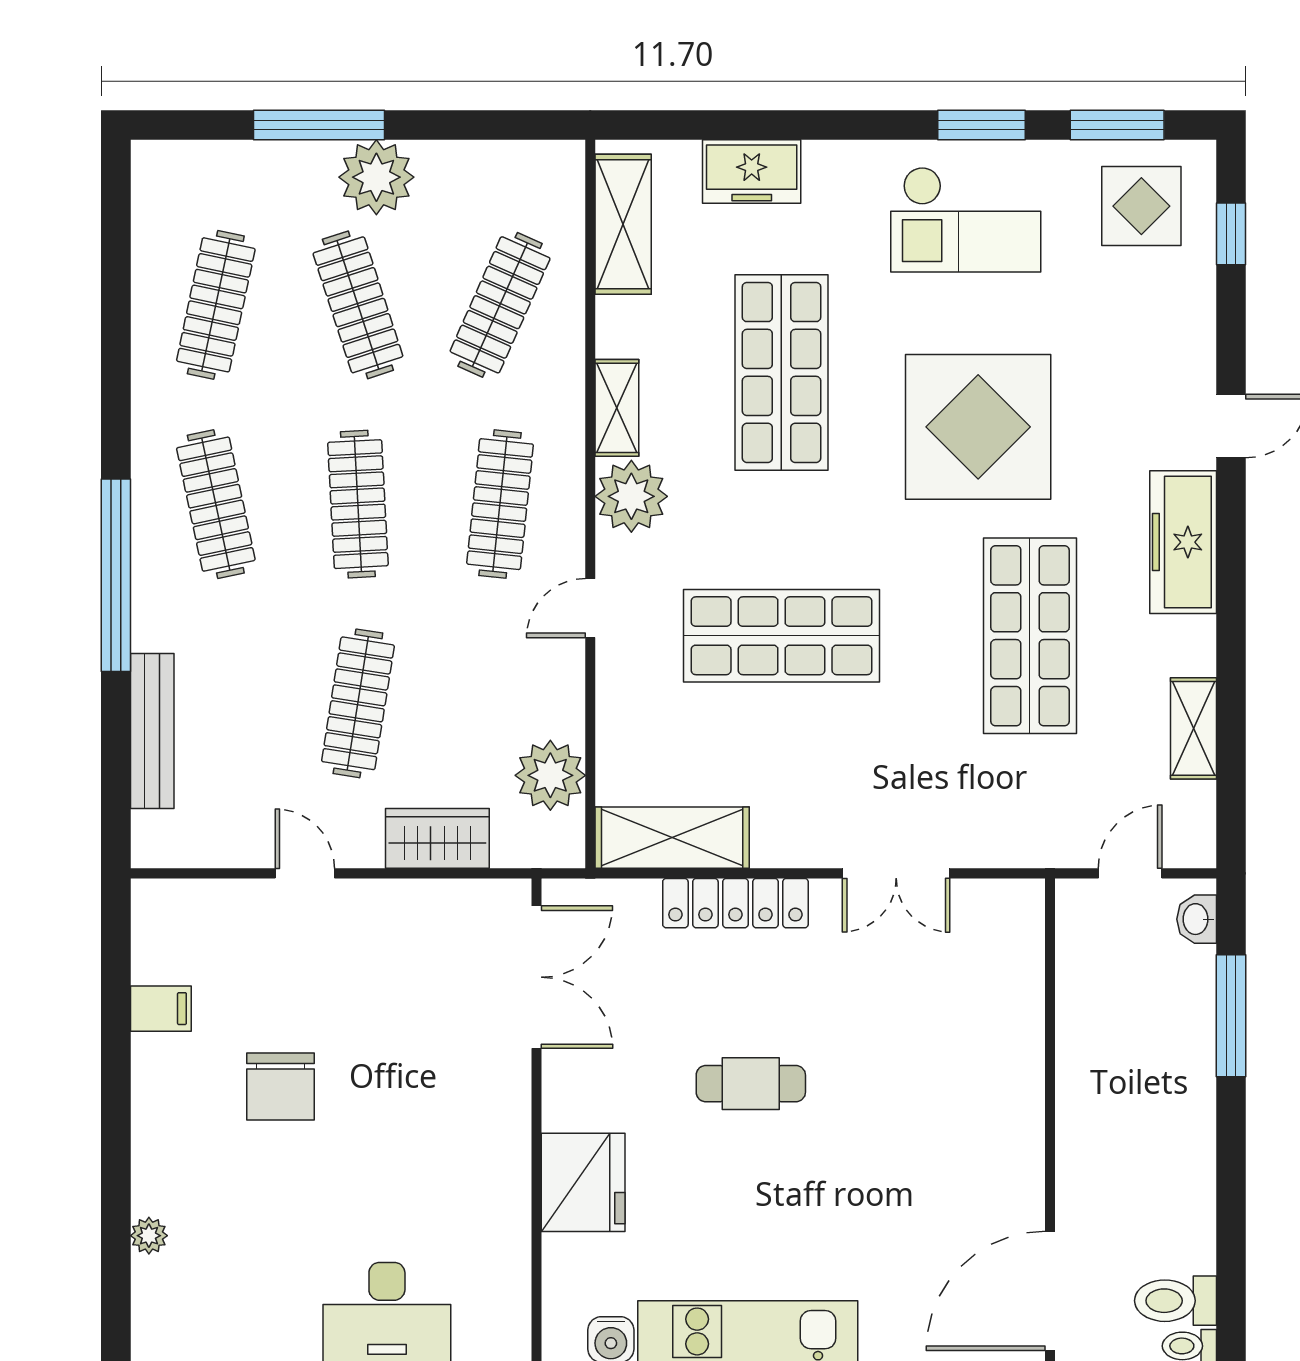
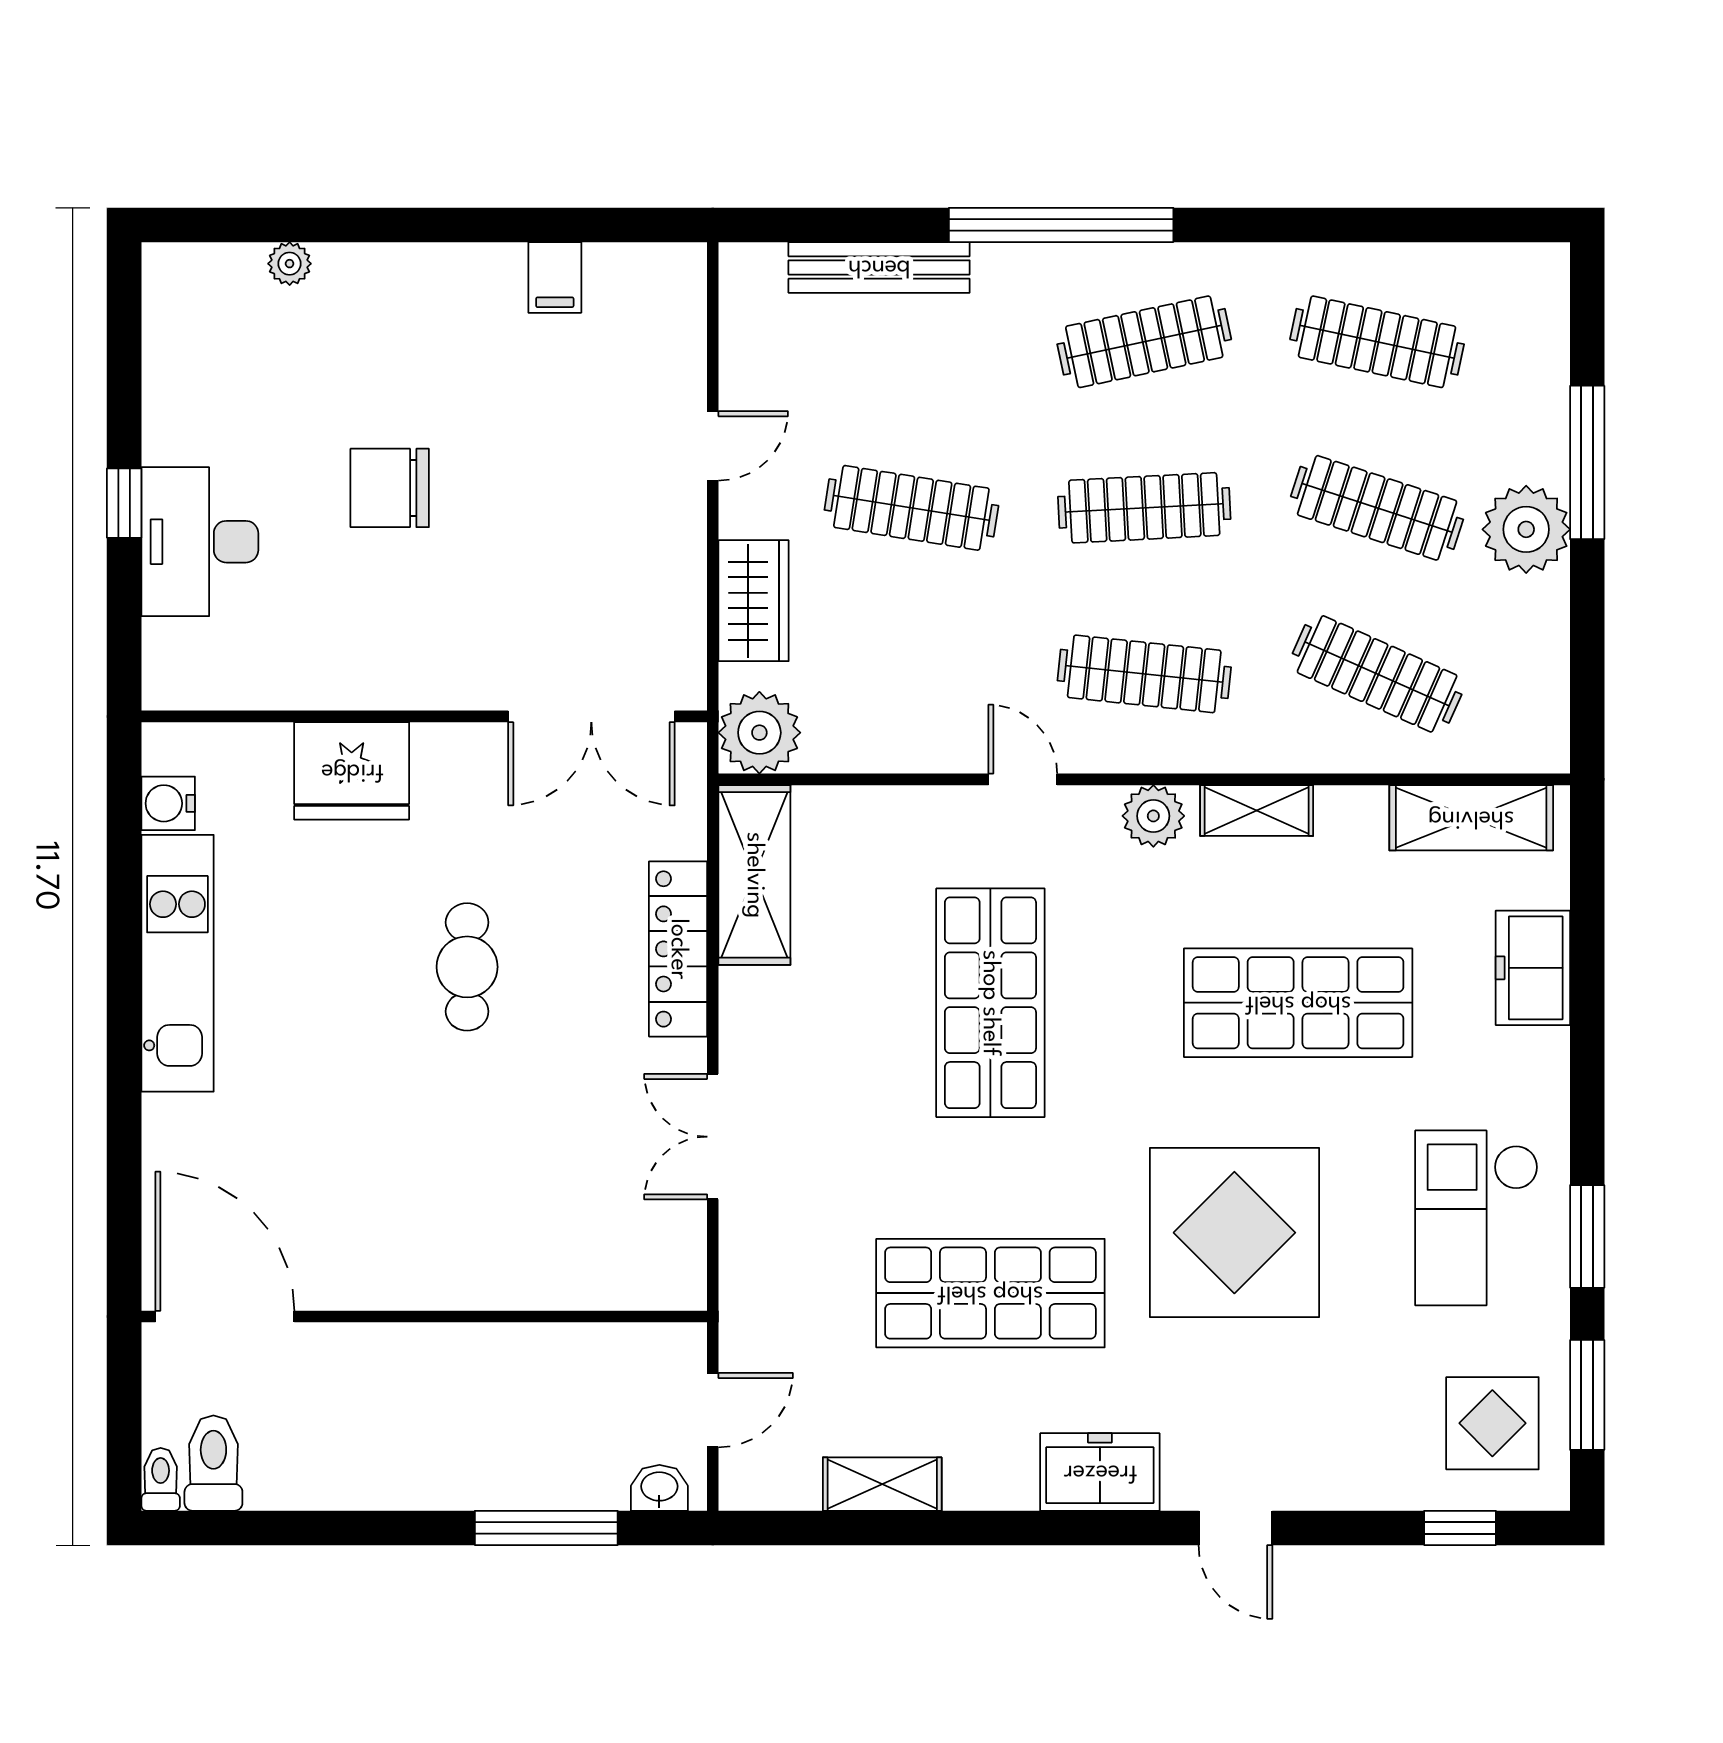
clothes rail: (358, 305) -> (1377, 508), turned 36
plant: (631, 496) -> (1153, 816), width x0.73, depth x0.73
freezer: (1183, 542) -> (1100, 1472), width x0.71
plant: (550, 775) -> (759, 733), moved
door: (1130, 873) -> (713, 1410), hinge flipped
chair: (281, 1086) -> (390, 488), moved

